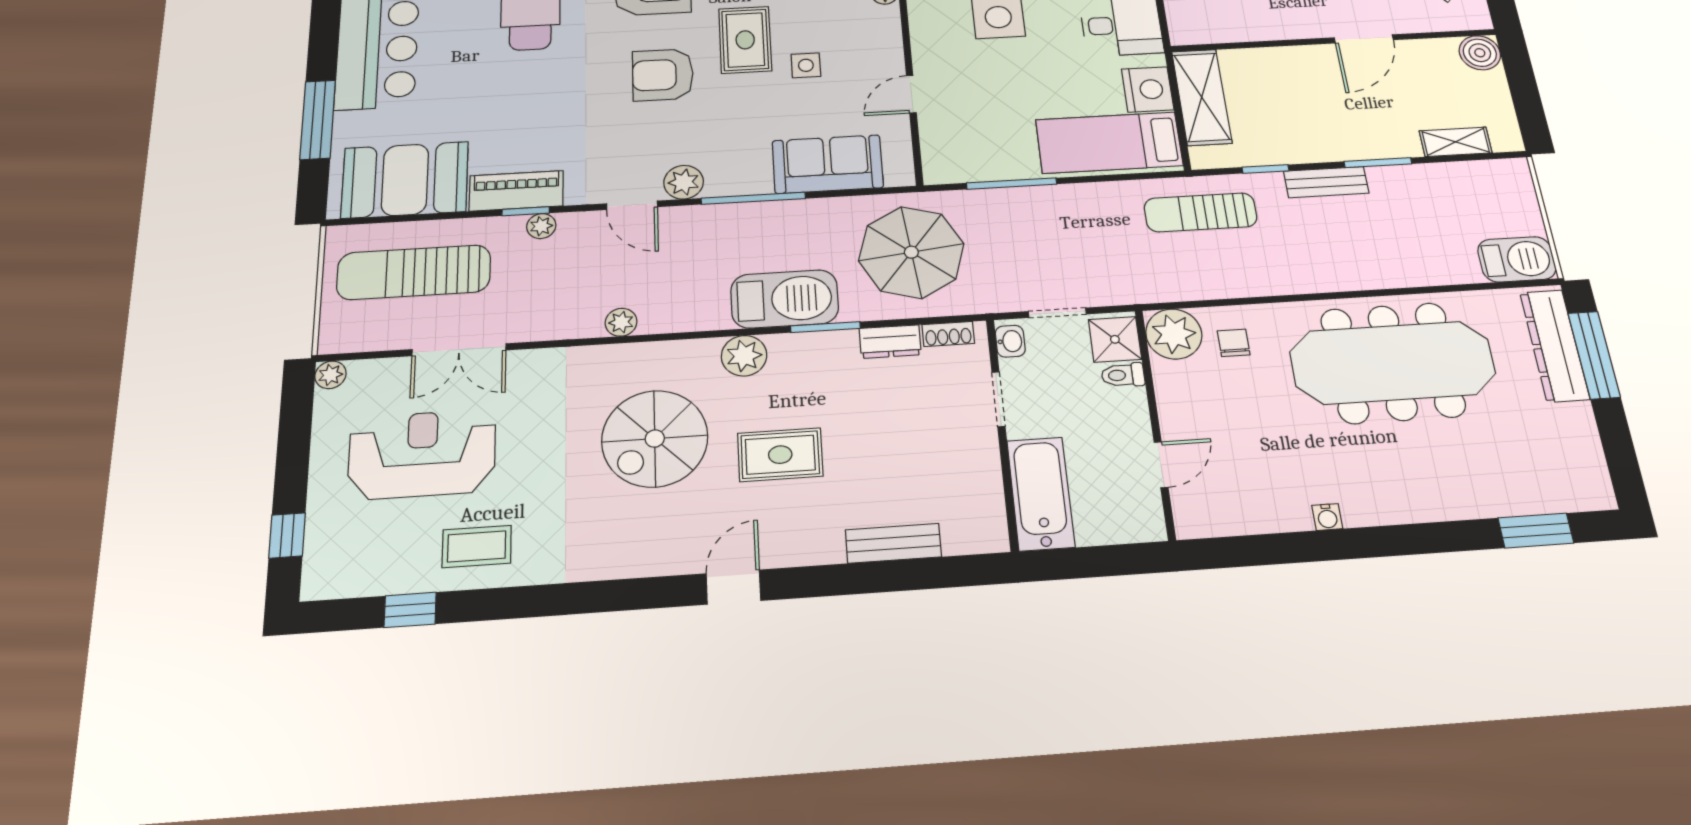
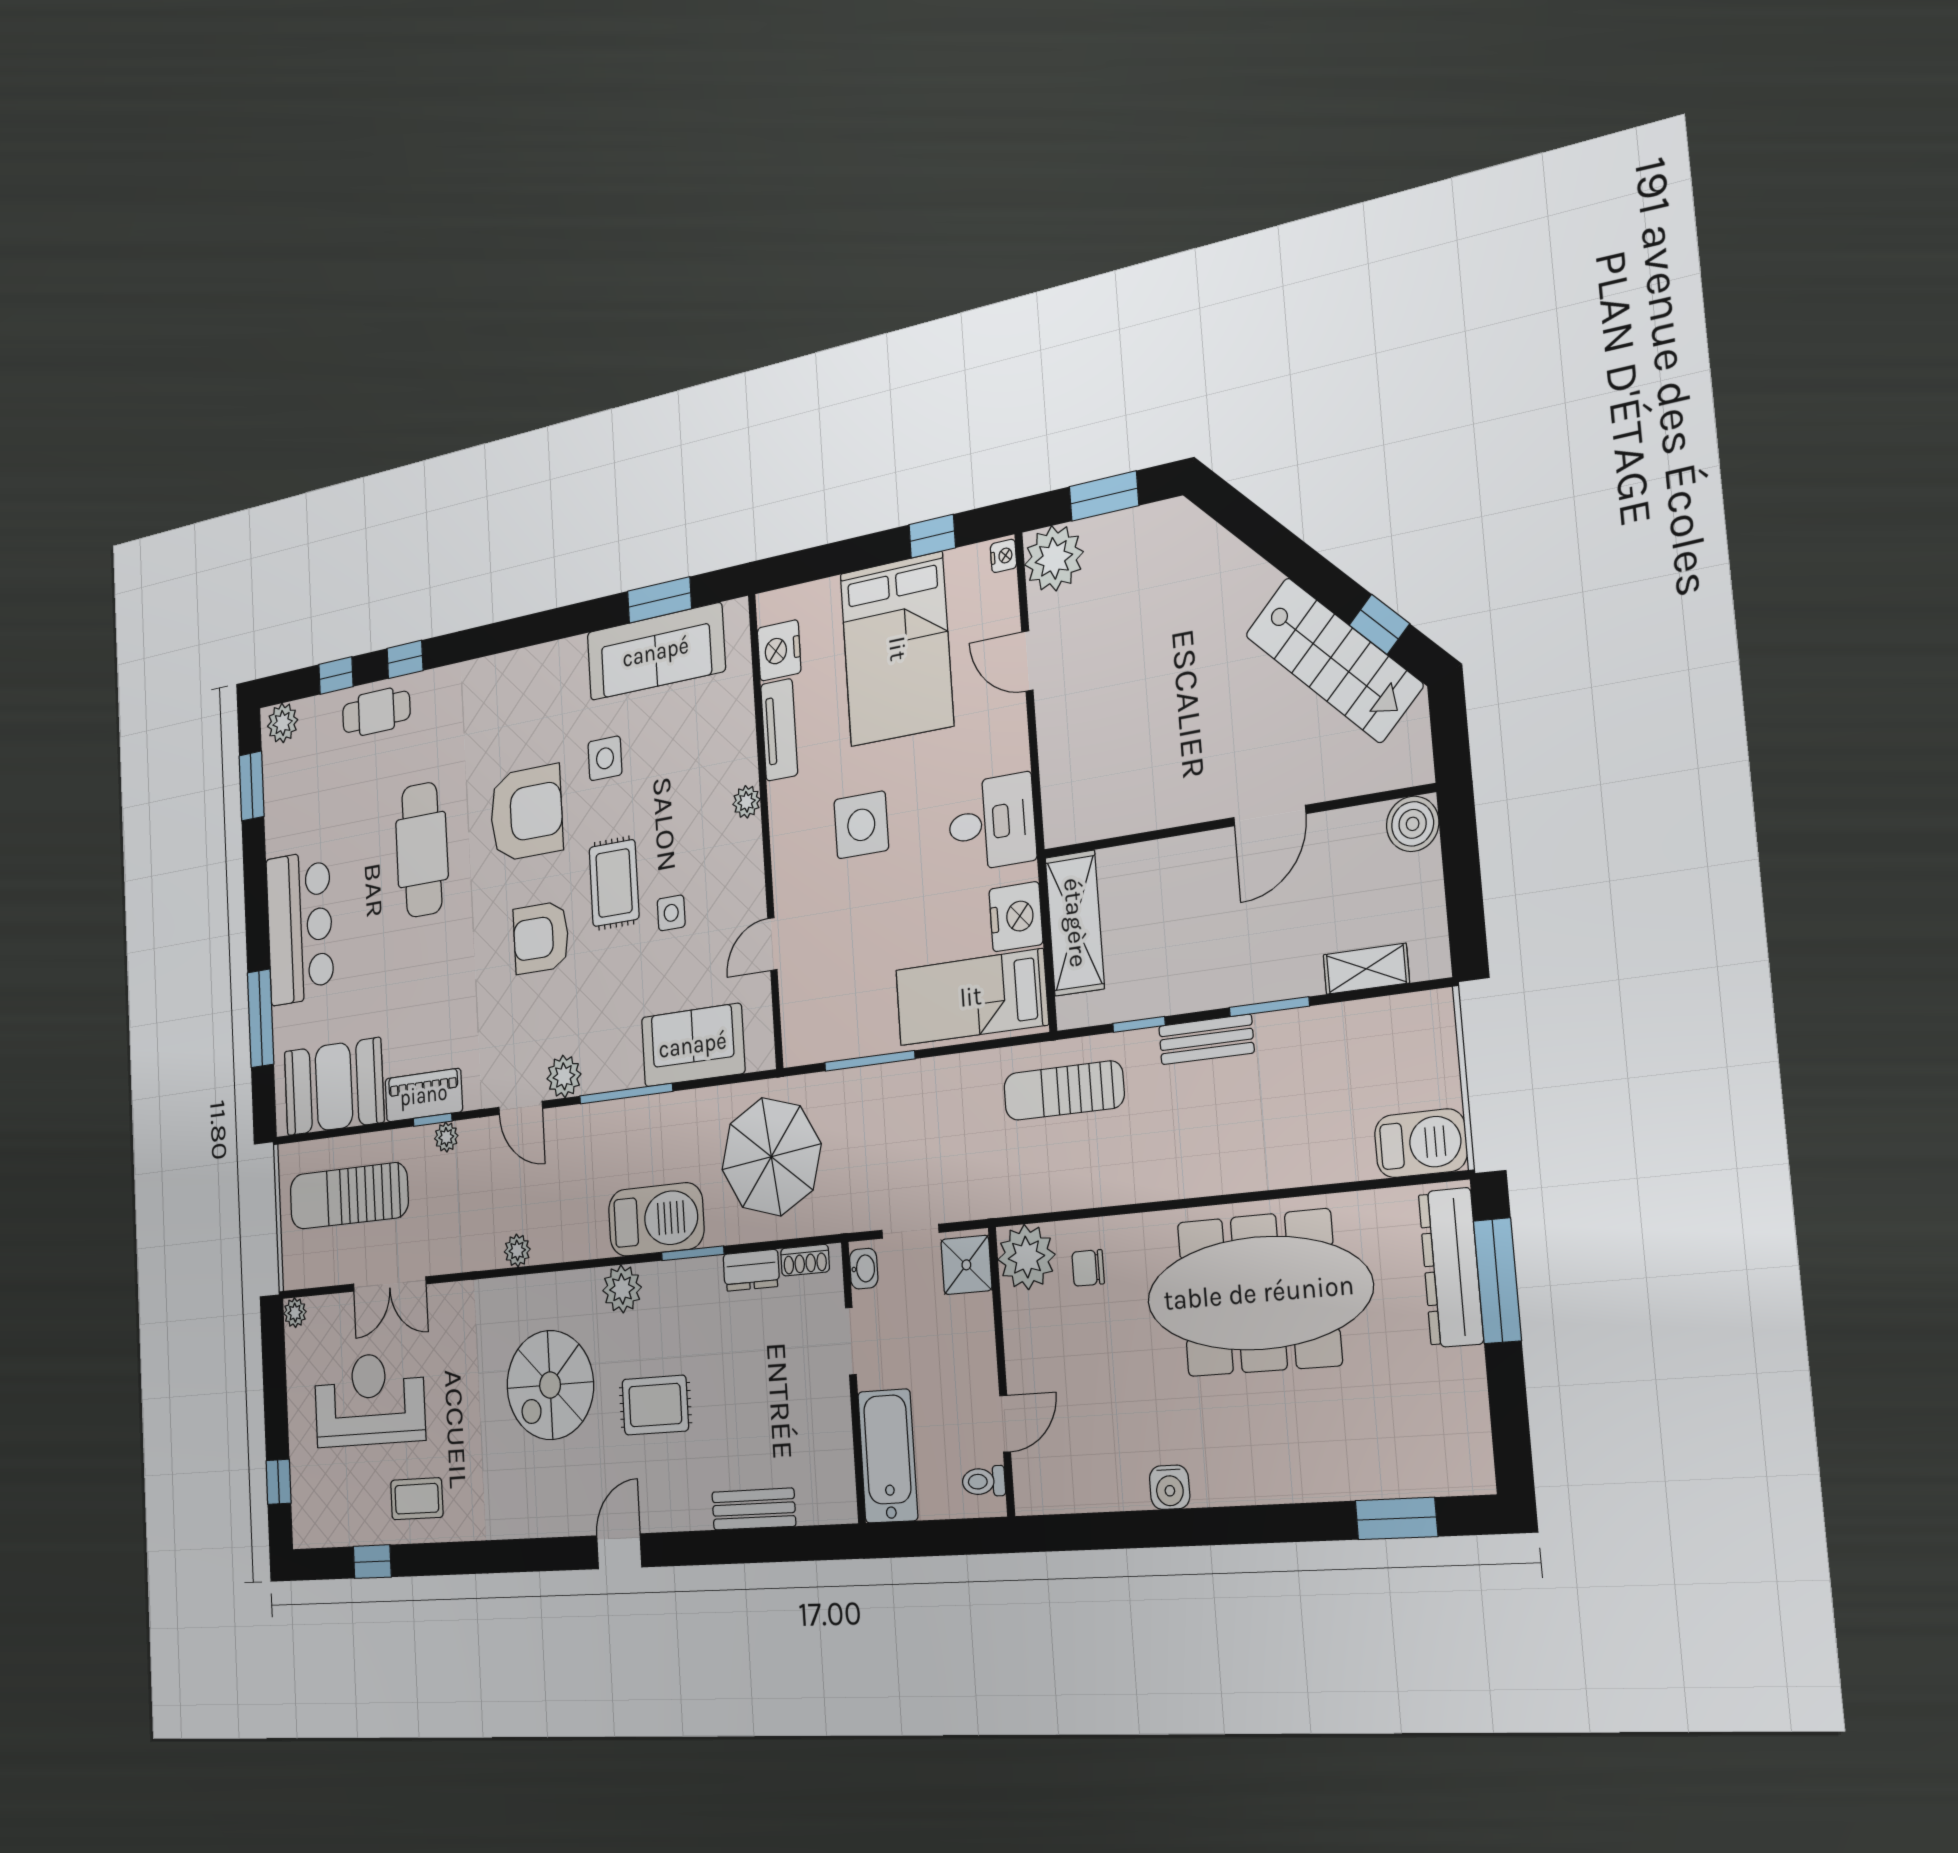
chair: (1234, 343) -> (1088, 1268), turned -90
toilet: (1123, 375) -> (984, 1481), moved
water cooler: (1327, 517) -> (1170, 1487), width x1.38, depth x1.38

